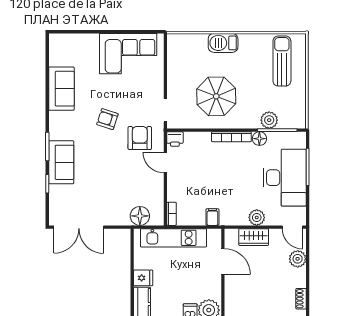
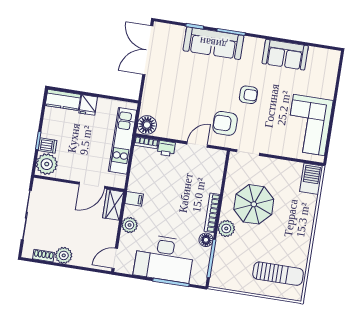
barbecue: (223, 43) -> (311, 179), moved
armchair: (107, 119) -> (248, 95), turned 72
plant: (269, 120) -> (226, 228), moved
armchair: (140, 138) -> (225, 123), turned 180
printer: (175, 139) -> (166, 148), moved, turned -90
sofa: (61, 162) -> (213, 43), width x1.36
floor lamp: (140, 216) -> (147, 125), moved
filing cabinet: (212, 217) -> (134, 199), moved
wardrobe: (254, 237) -> (113, 205), moved
plant: (298, 259) -> (64, 255), moved

